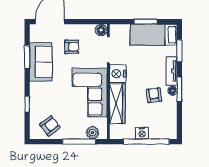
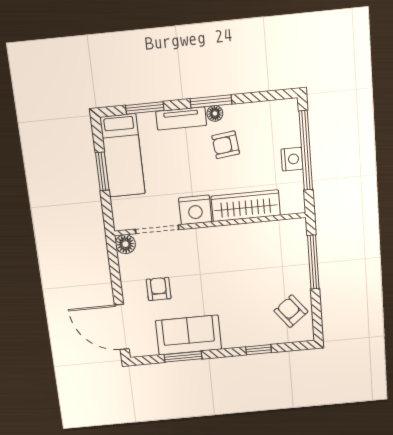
corner sofa: (90, 93) -> (231, 253), removed
plant: (92, 133) -> (297, 242), removed

